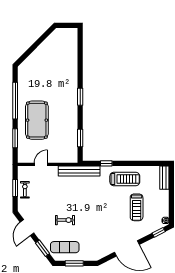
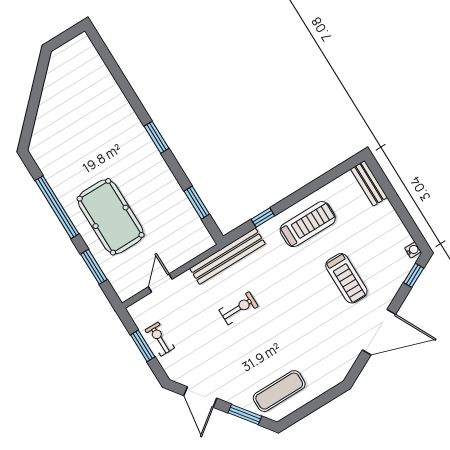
treadmill: (137, 207) -> (346, 278), moved
exercise bike: (65, 220) -> (239, 308), moved
window: (74, 263) -> (310, 407), removed

